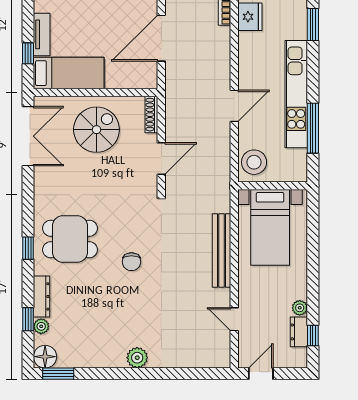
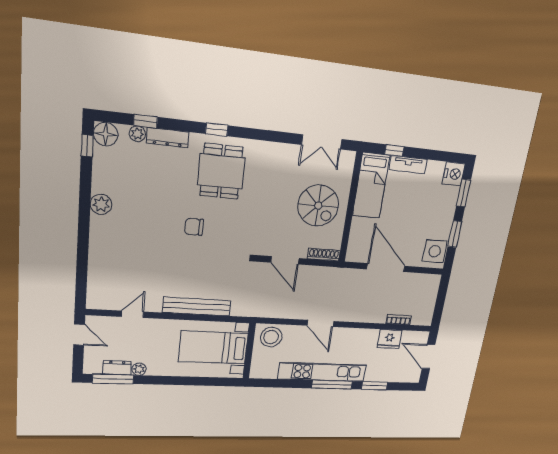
window: (313, 128) -> (332, 385), moved
double door: (28, 136) -> (322, 142), width x0.73
window: (313, 335) -> (113, 379), width x2.17
plant: (137, 358) -> (101, 204), moved
window: (58, 374) -> (87, 146), width x0.67

